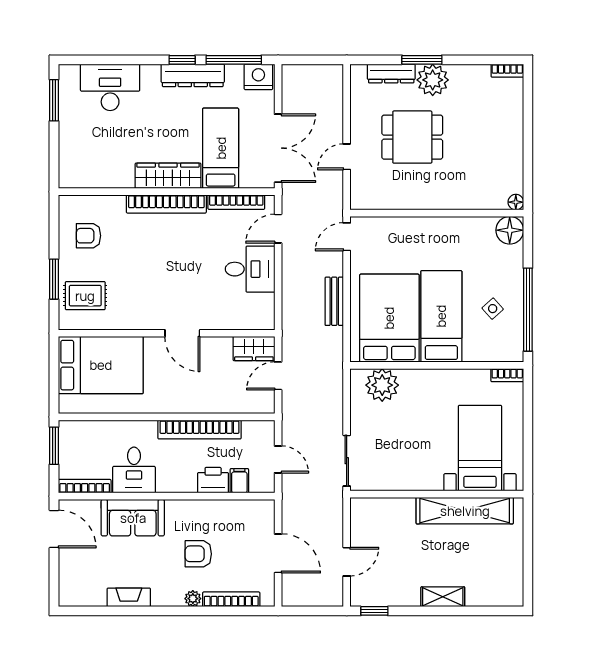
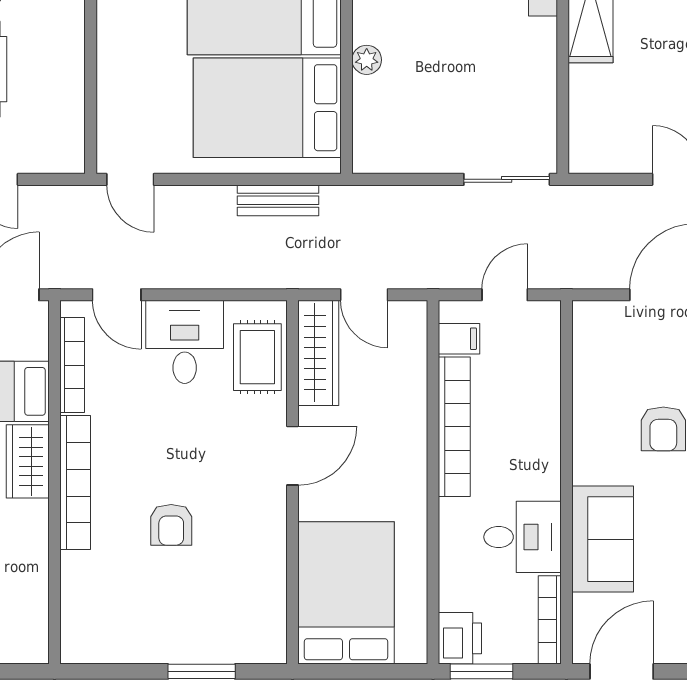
wardrobe: (168, 176) -> (28, 461), width x0.67
armchair: (88, 236) -> (171, 525), moved
rug: (85, 296) -> (257, 357), moved
bench: (334, 301) -> (278, 200), moved
wardrobe: (254, 349) -> (318, 353), width x1.50
plant: (382, 385) -> (367, 60), moved, width x0.53, depth x0.53
printer: (213, 480) -> (460, 638), moved, turned 180
filing cabinet: (239, 481) -> (459, 339), moved, turned 180

